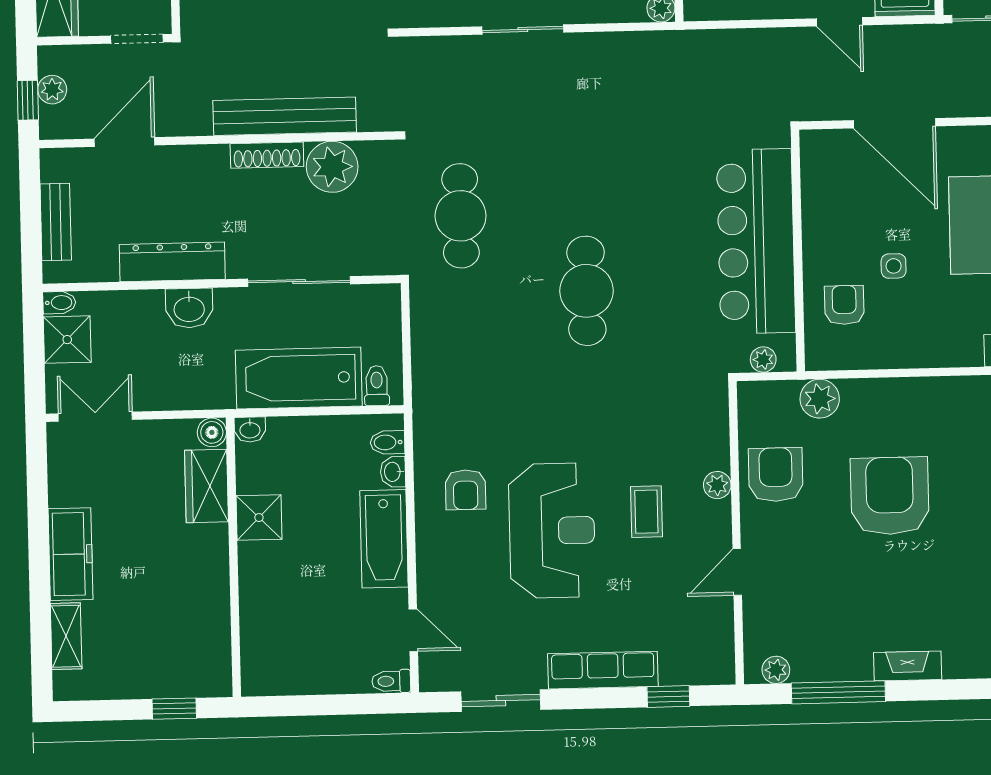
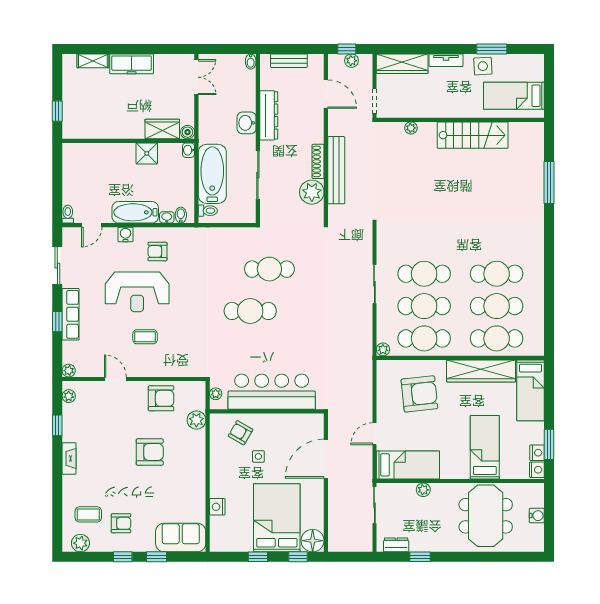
cafe table: (461, 216) -> (269, 269), moved
armchair: (844, 305) -> (240, 433), turned -150
shower: (67, 340) -> (233, 65), removed
plant: (717, 485) -> (69, 371), moved
armchair: (890, 496) -> (150, 452), width x0.73, depth x0.73
water cooler: (431, 558) -> (125, 234), added
window: (838, 692) -> (57, 425), width x0.46
window: (668, 697) -> (57, 322), moved

